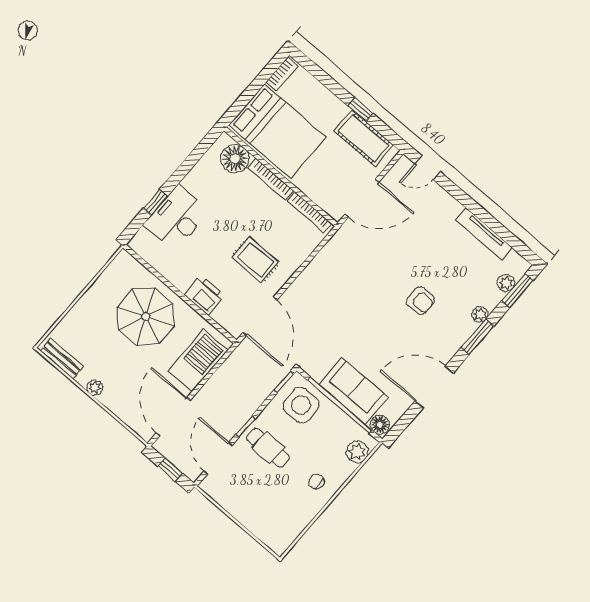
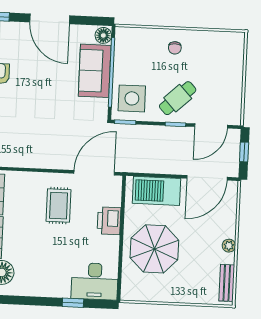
desk: (177, 218) -> (95, 281), moved
cafe table: (268, 448) -> (178, 98), turned 47
plant: (357, 452) -> (133, 36), removed

